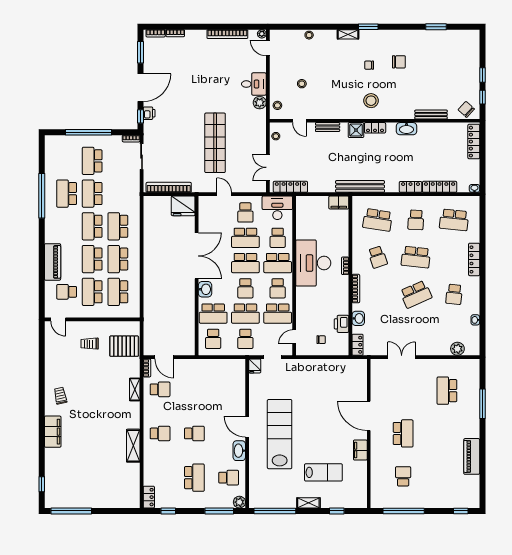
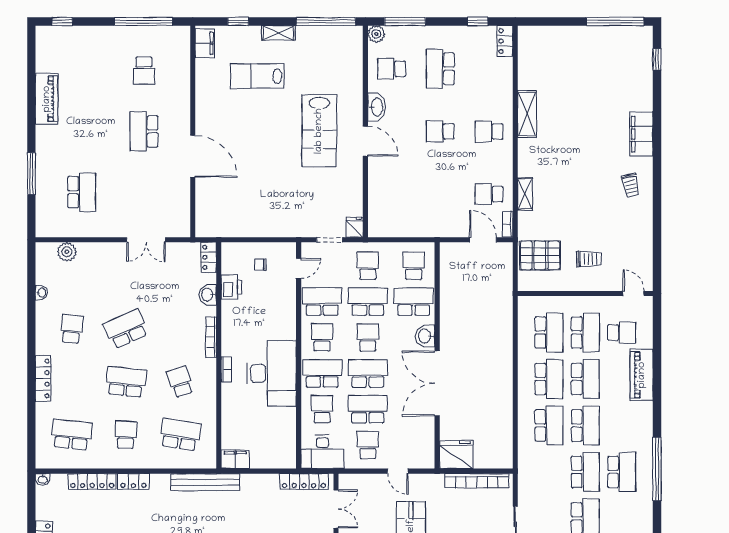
lab bench: (280, 434) -> (319, 131), width x0.73
filing cabinet: (360, 450) -> (205, 43), moved

